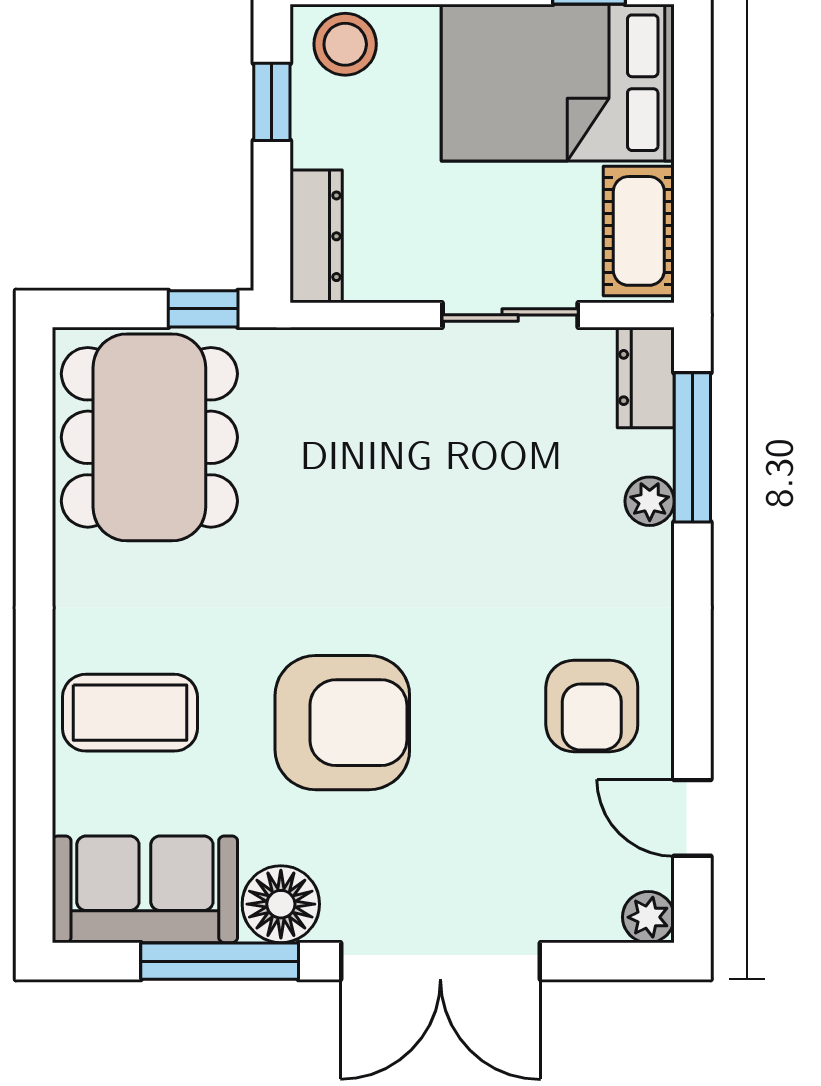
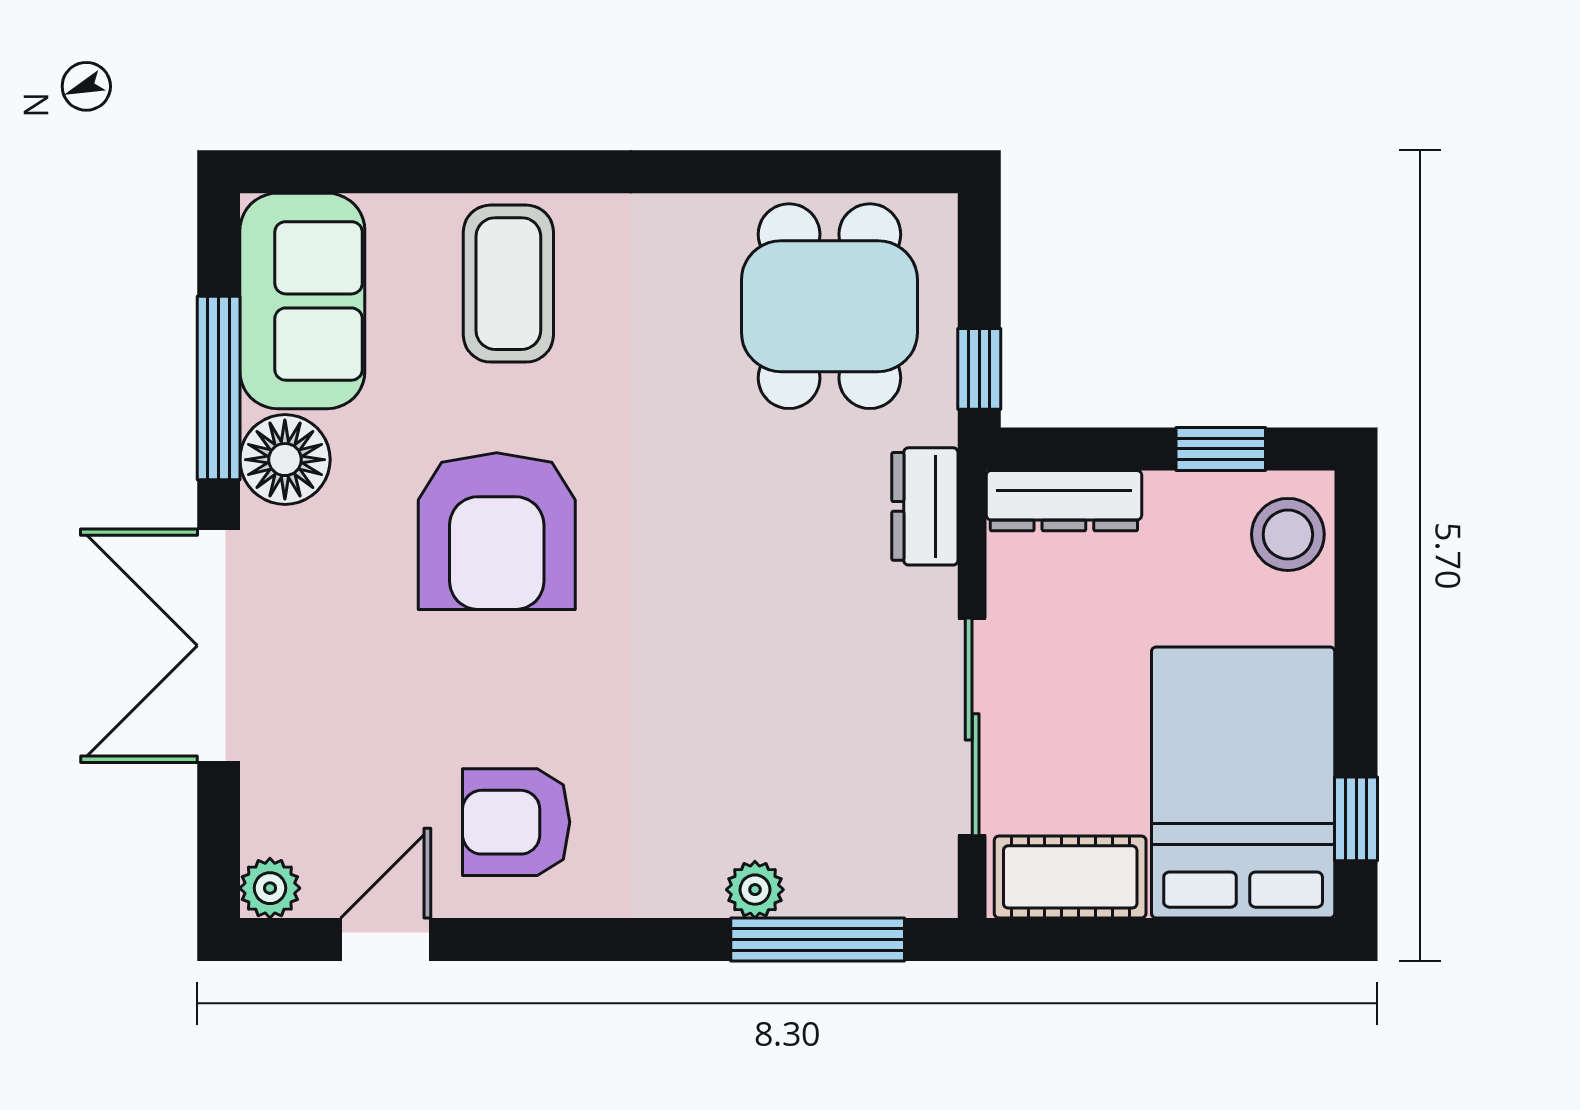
sliding door: (510, 315) -> (972, 727), width x1.37
dresser: (646, 378) -> (925, 506), moved, turned -90
dining table: (149, 437) -> (829, 306), width x0.73

